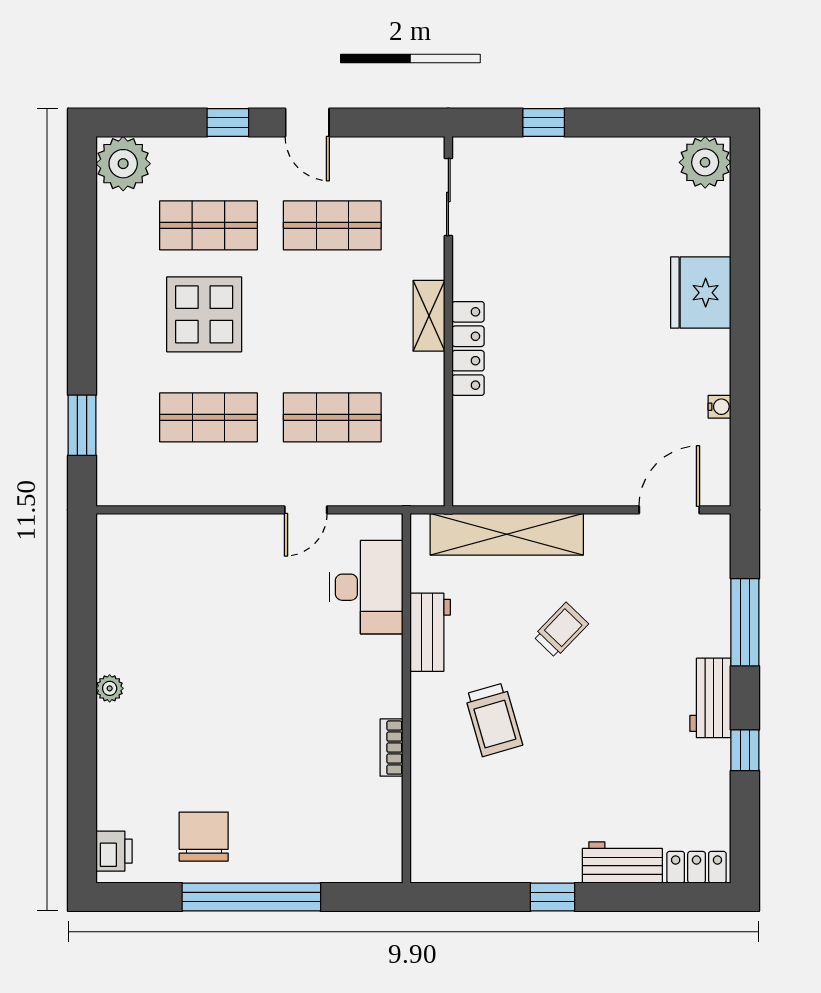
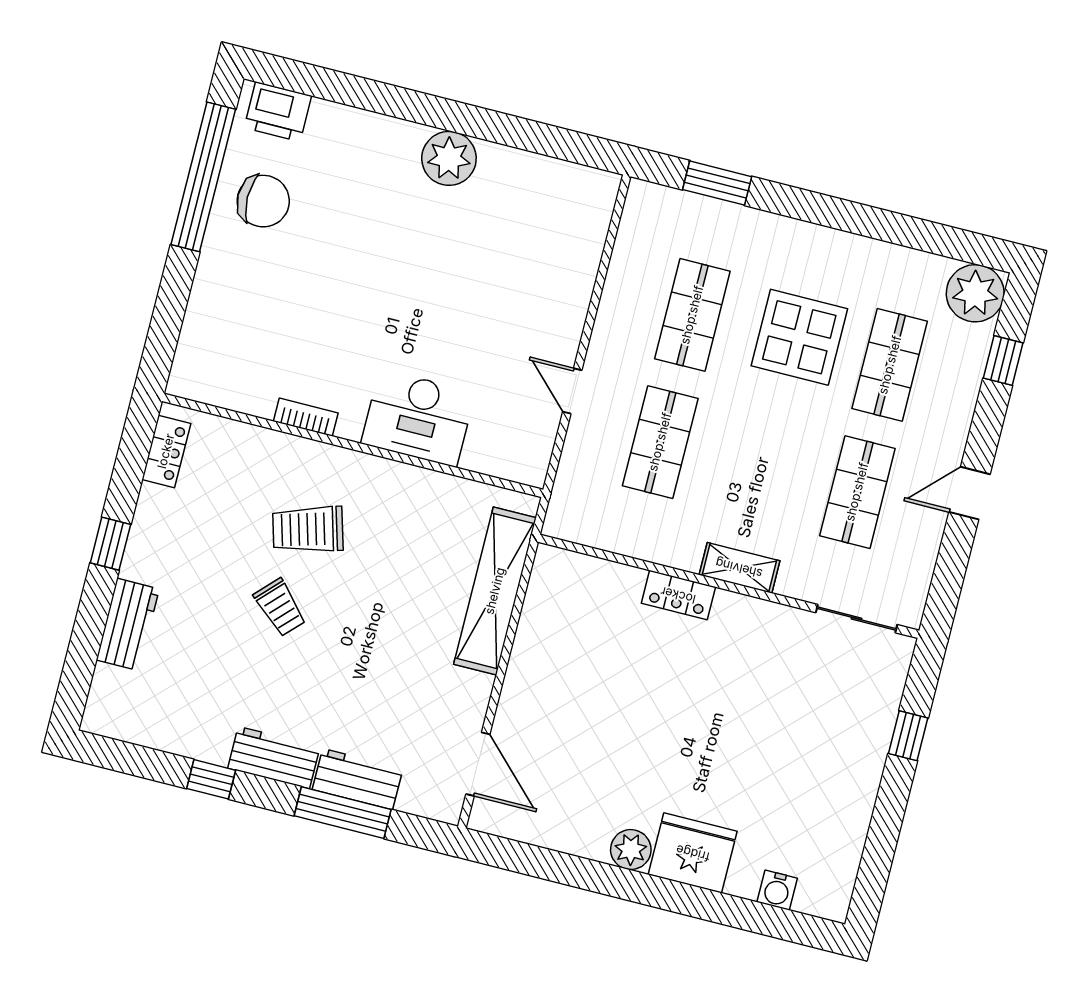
window: (228, 123) -> (1003, 360), moved
plant: (705, 162) -> (631, 850), moved, width x0.73, depth x0.73
locker: (468, 348) -> (678, 595), width x0.66
water cooler: (720, 407) -> (777, 890), moved, width x1.38, depth x1.38
desk: (366, 587) -> (418, 418), moved
trolley: (561, 630) -> (280, 608), moved
workbench: (430, 632) -> (358, 779), moved, turned 180
plant: (110, 688) -> (449, 158), width x1.88, depth x1.88
printer: (114, 851) -> (278, 112), width x1.36, depth x1.24
locker: (697, 867) -> (166, 451), moved
window: (251, 897) -> (203, 177), moved

